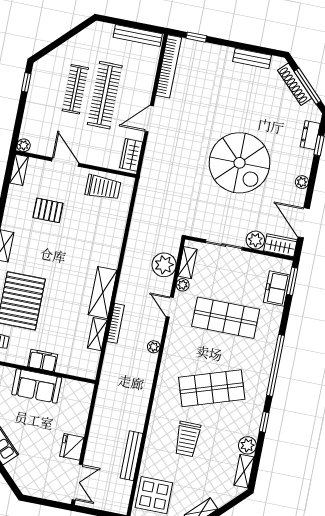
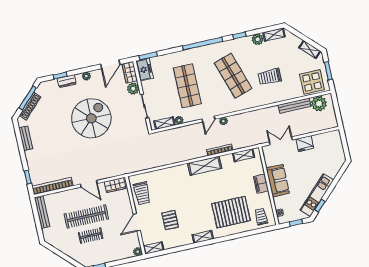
clothes rail: (75, 89) -> (91, 236), width x0.73
dresser: (310, 135) -> (67, 81), moved
trolley: (103, 187) -> (142, 193), turned 180
plant: (164, 265) -> (319, 104), moved
freezer: (277, 289) -> (145, 69), moved, turned -90
door: (170, 307) -> (208, 119), moved
shelving: (97, 334) -> (243, 155), moved
trolley: (187, 439) -> (270, 77), turned 180
double door: (77, 482) -> (281, 141), moved

